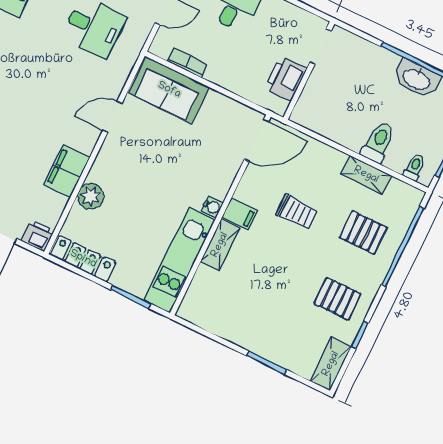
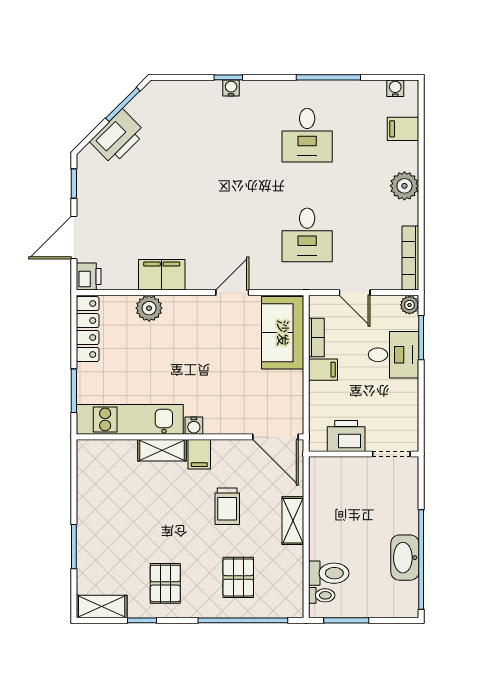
filing cabinet: (218, 70) -> (323, 370), added
door: (112, 117) -> (232, 293), hinge flipped
toilet: (378, 142) -> (329, 573), moved
shelving: (366, 175) -> (293, 521), moved

